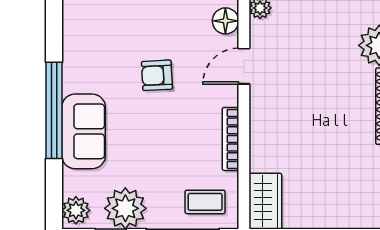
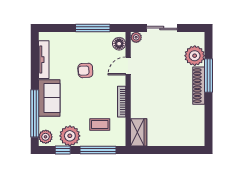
tv unit: (72, 53) -> (44, 60), added
window: (54, 110) -> (35, 113), moved
coffee table: (205, 202) -> (100, 124), moved

